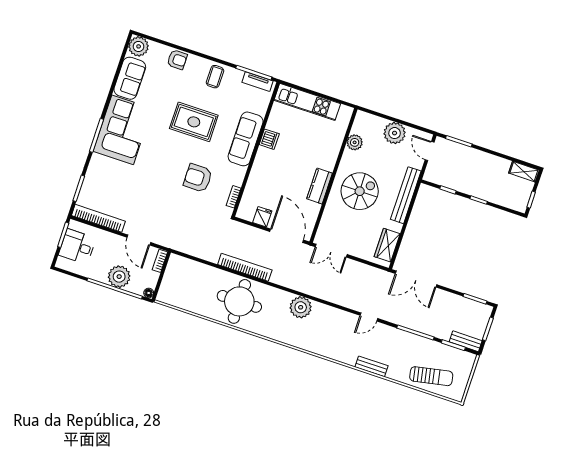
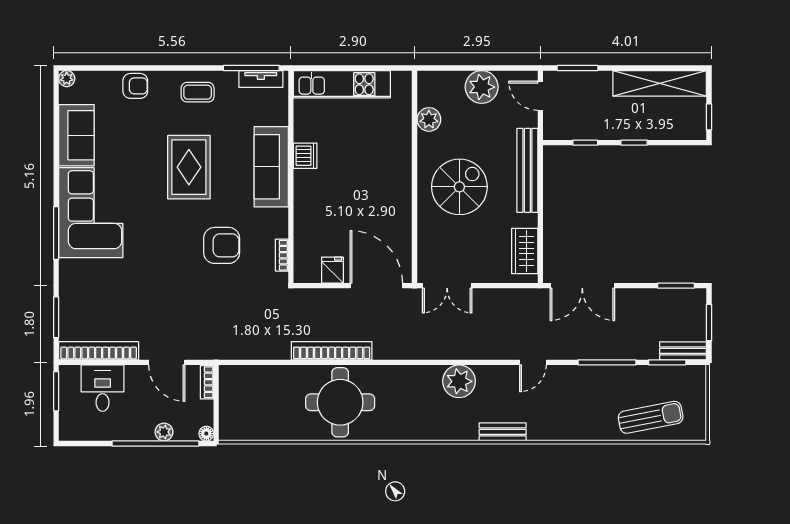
plant: (139, 46) -> (67, 79), width x0.53, depth x0.53
coffee table: (215, 77) -> (198, 92), turned 90
rug: (194, 122) -> (189, 167), turned 90
shelving: (524, 172) -> (660, 83), width x2.20, depth x1.33
armchair: (198, 178) -> (222, 245), turned 180
kitchen counter: (320, 186) -> (400, 199), removed
desk: (77, 246) -> (103, 388), moved, turned 90
plant: (119, 277) -> (164, 432), width x0.53, depth x0.53
plant: (301, 307) -> (459, 381), moved
bench: (372, 366) -> (503, 432), moved

